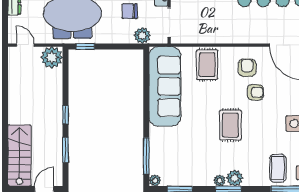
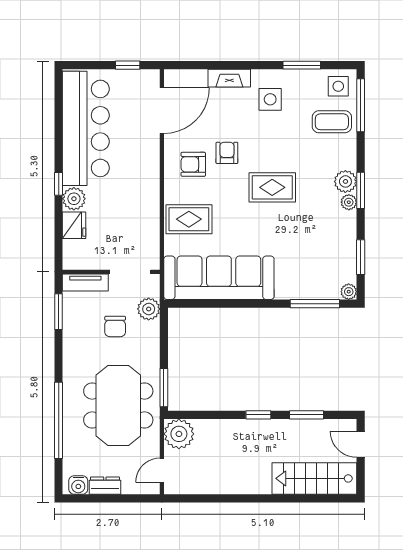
window: (85, 47) -> (164, 388), width x1.50

